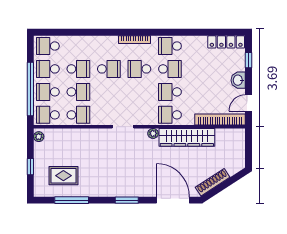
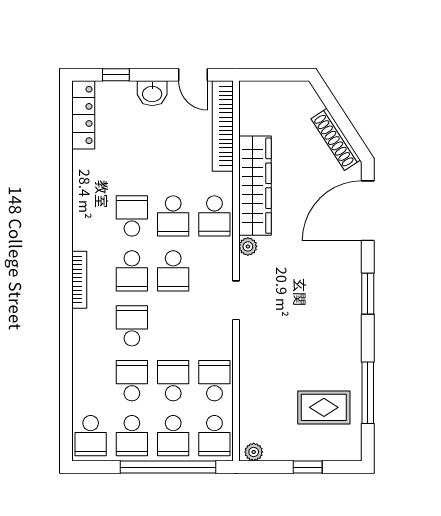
school desk: (170, 46) -> (173, 271), moved
rug: (63, 176) -> (324, 407), turned 90

